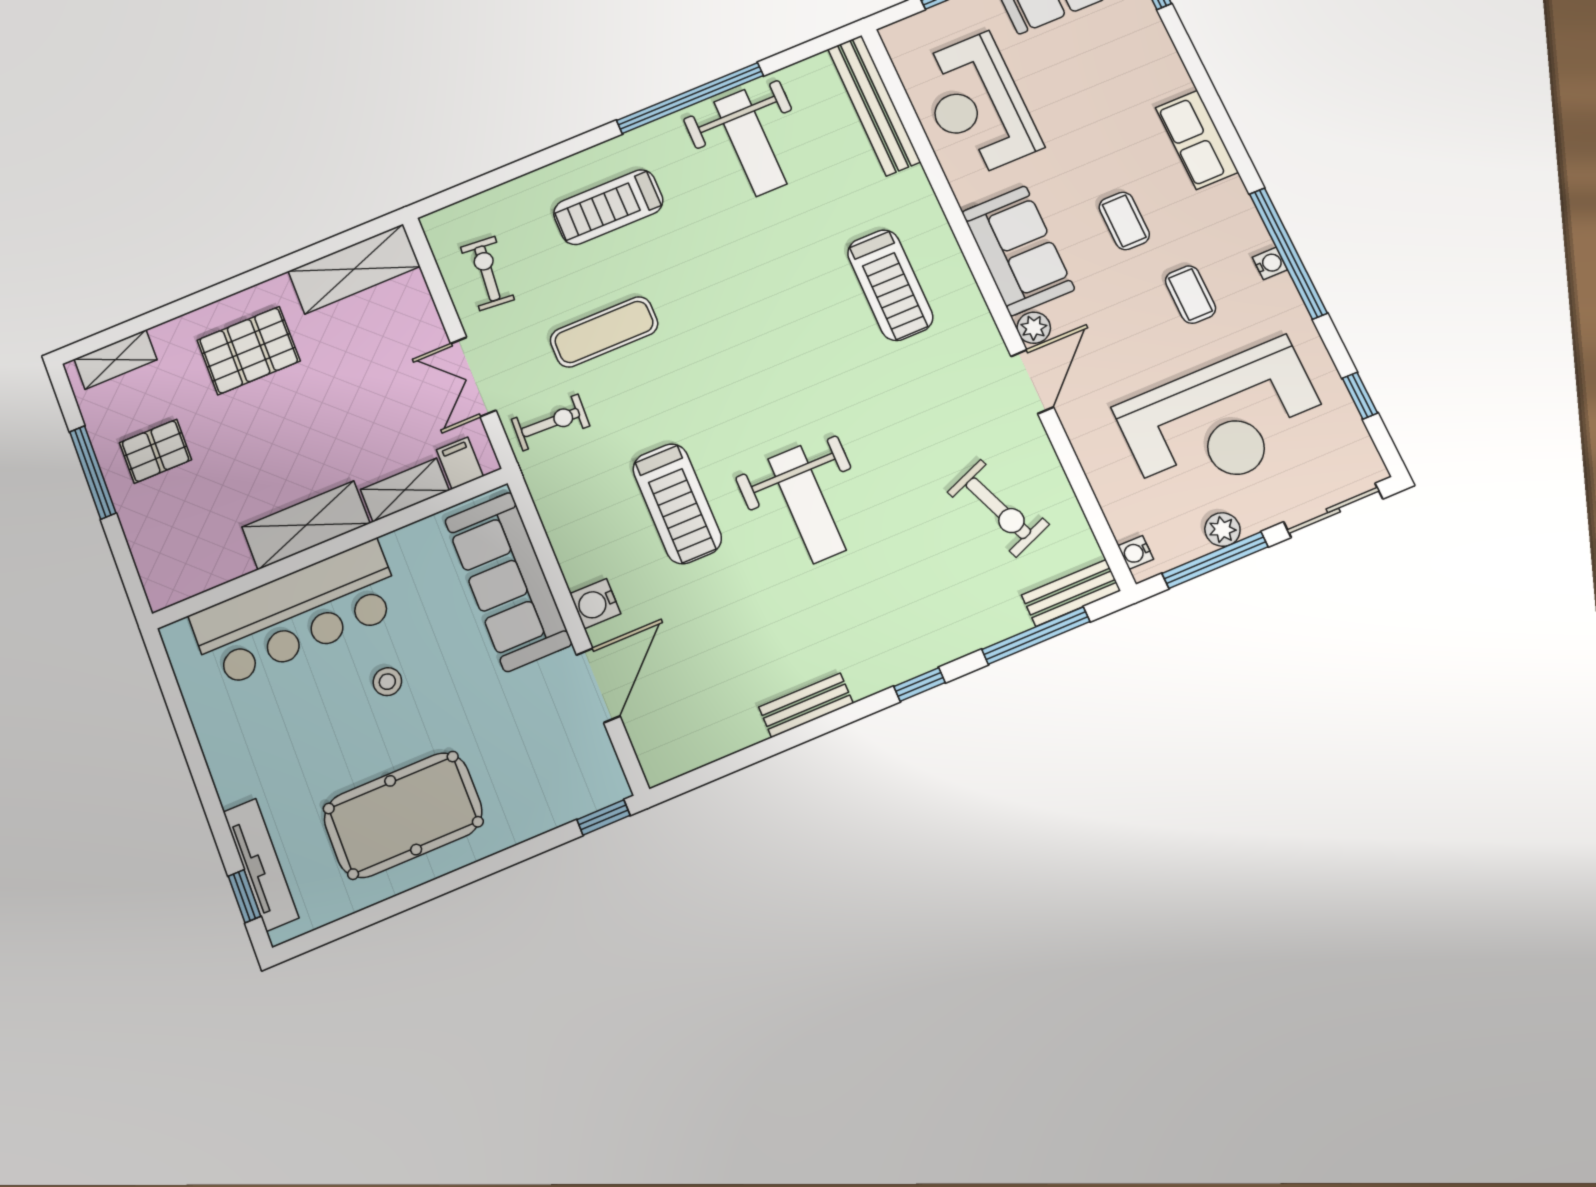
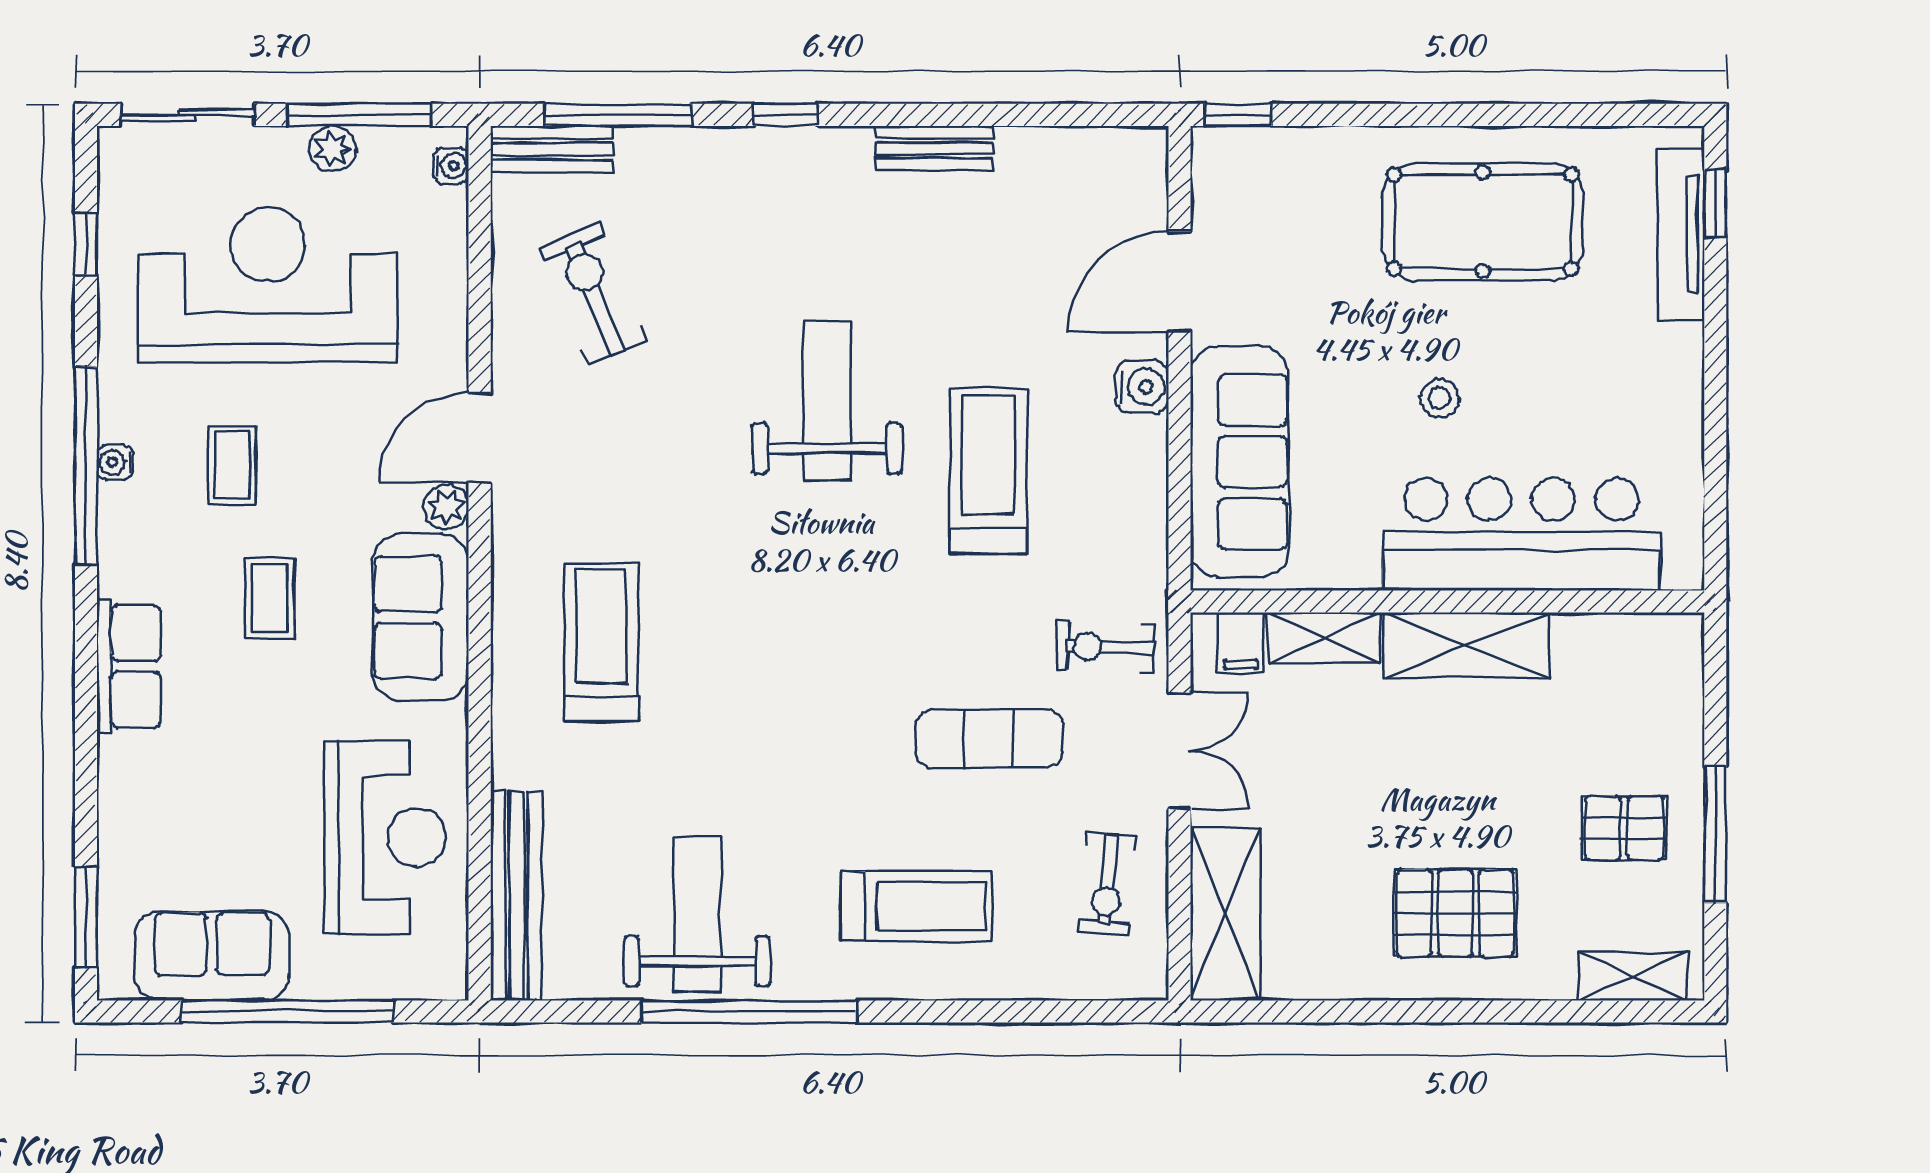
shelving: (354, 269) -> (1225, 914), moved, turned 90

